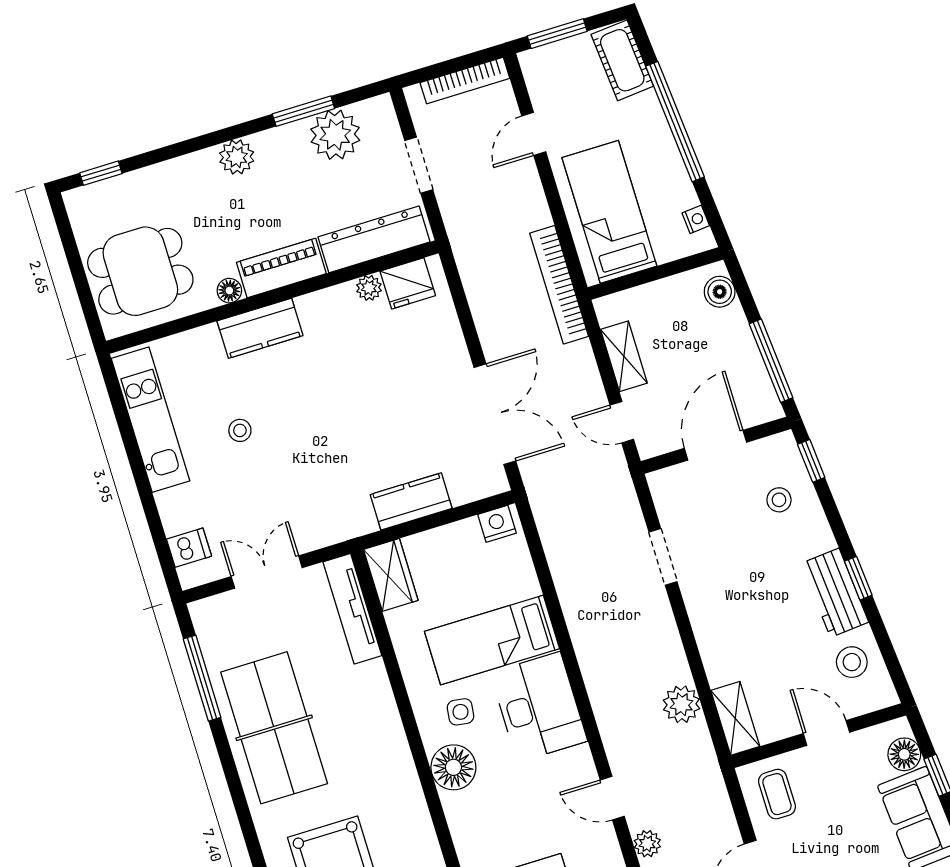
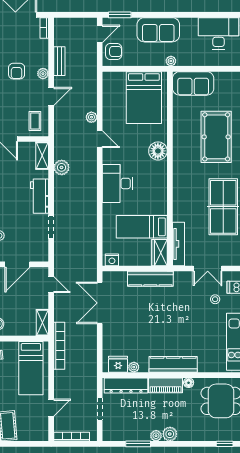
window: (557, 34) -> (30, 444), removed
plant: (335, 135) -> (156, 436), moved, width x0.53, depth x0.53
kitchen counter: (260, 328) -> (173, 364), width x1.50
shelving: (624, 356) -> (42, 323), moved
stool: (240, 430) -> (215, 299), moved
kitchen counter: (411, 501) -> (150, 279), width x1.50
workbench: (712, 621) -> (40, 196), added
bed: (492, 640) -> (142, 227), moved, turned 180
side table: (461, 712) -> (149, 191), removed
floor lamp: (453, 767) -> (158, 151), moved

